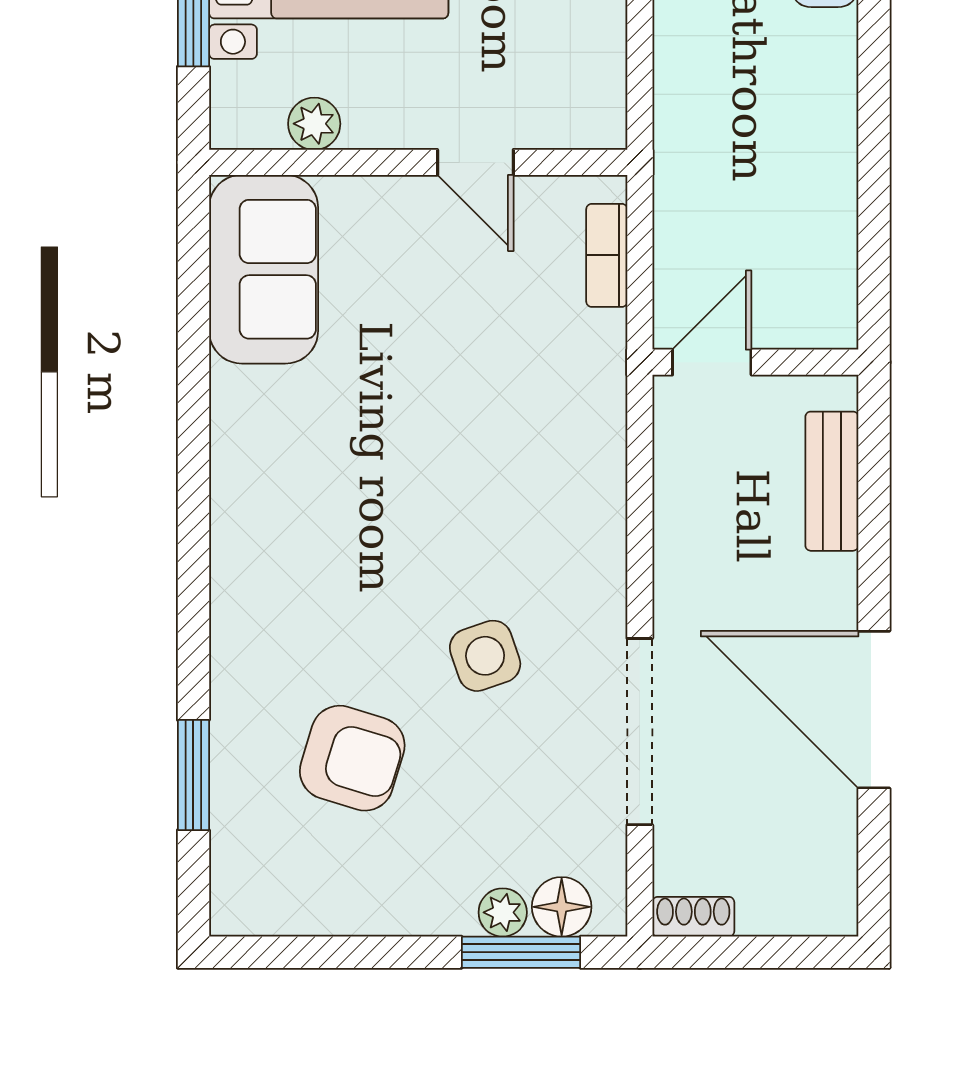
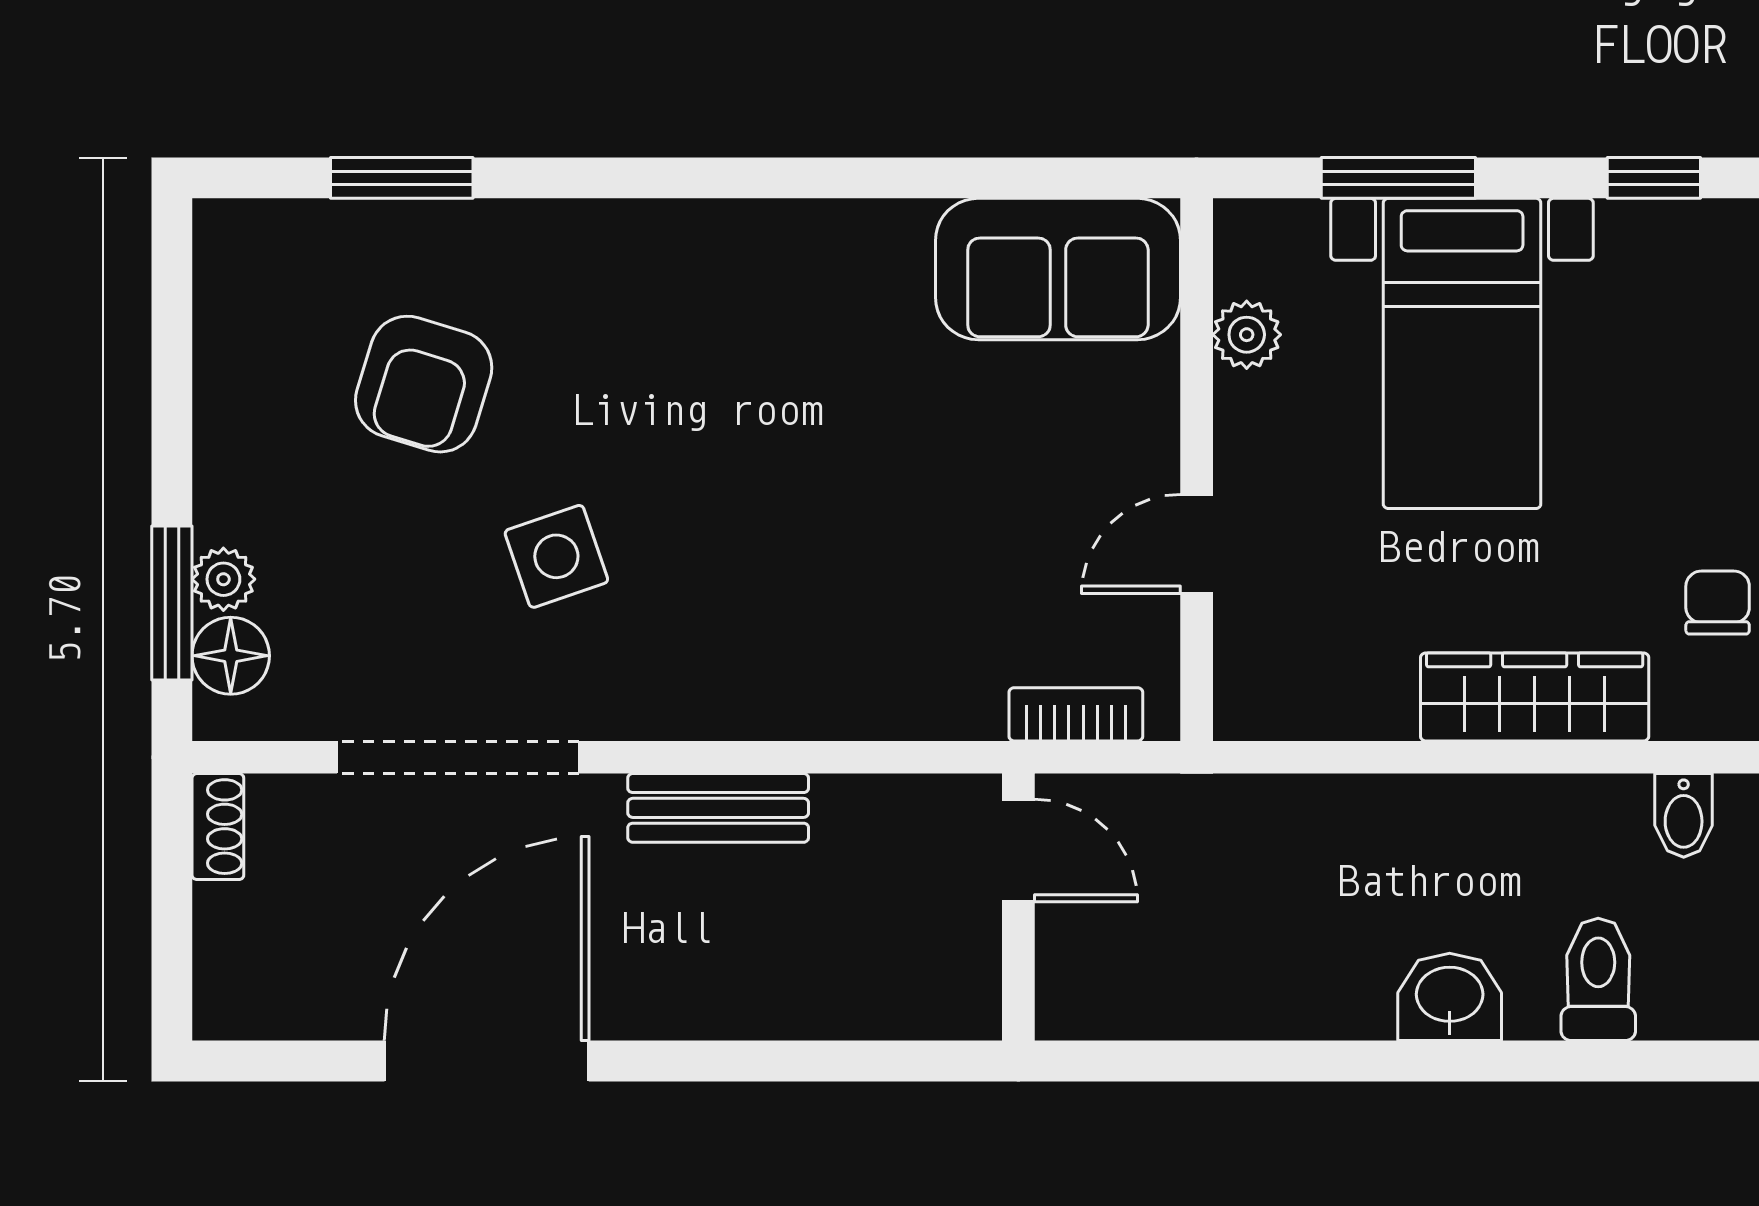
door: (712, 362) -> (1018, 851), moved
wall: (755, 362) -> (1018, 907), moved
bench: (832, 481) -> (718, 808), moved

